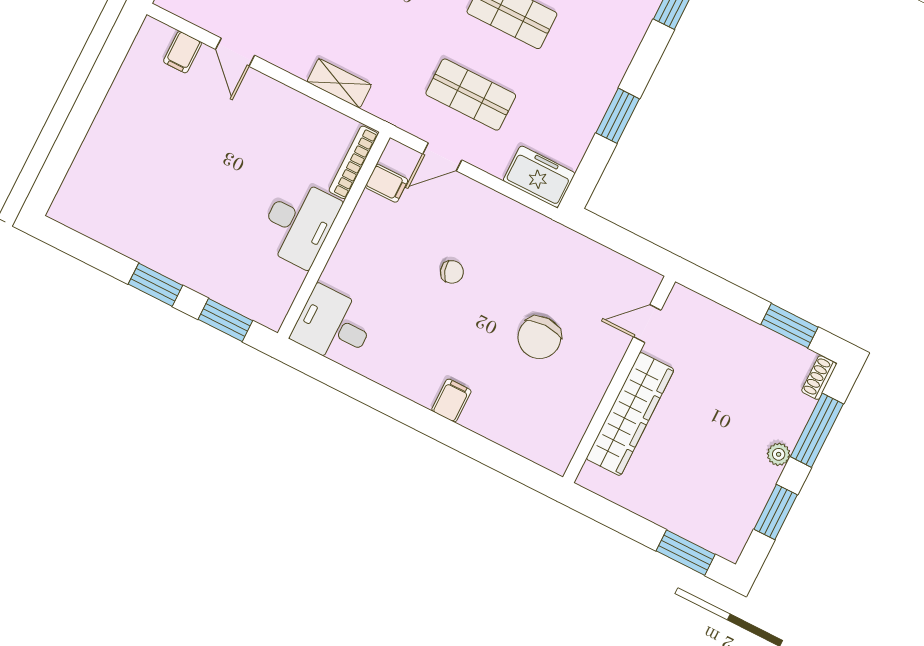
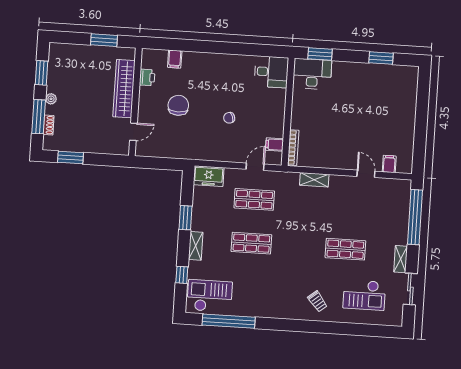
shelving: (621, 53) -> (196, 246), added
desk: (299, 223) -> (312, 74), moved, turned 90
window: (155, 285) -> (381, 58), moved
shoe rack: (819, 378) -> (49, 125), moved
filing cabinet: (451, 400) -> (175, 59), moved
printer: (577, 417) -> (147, 77), added
window: (686, 553) -> (104, 40), moved

